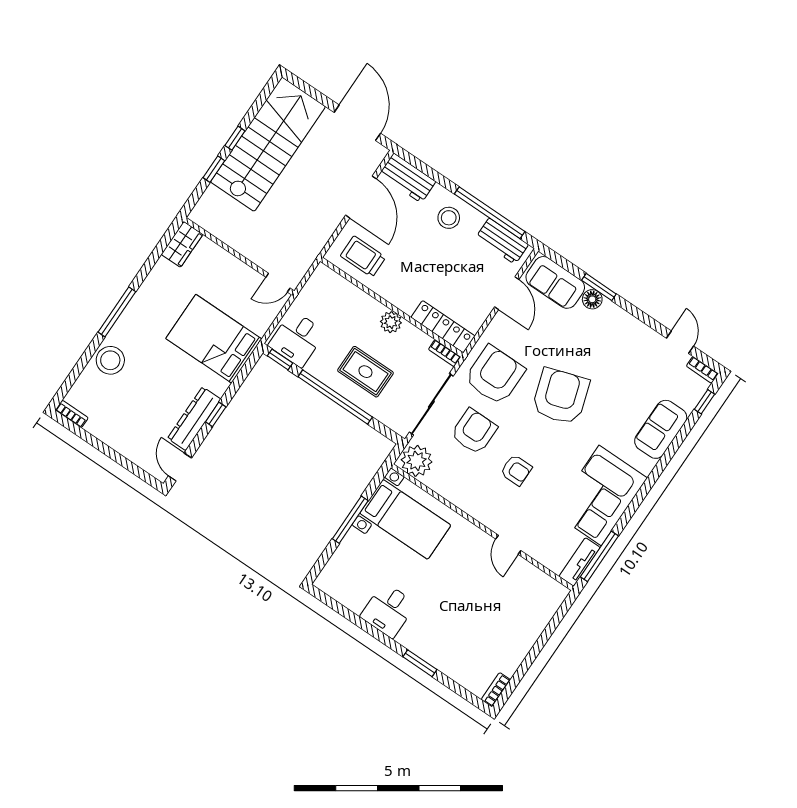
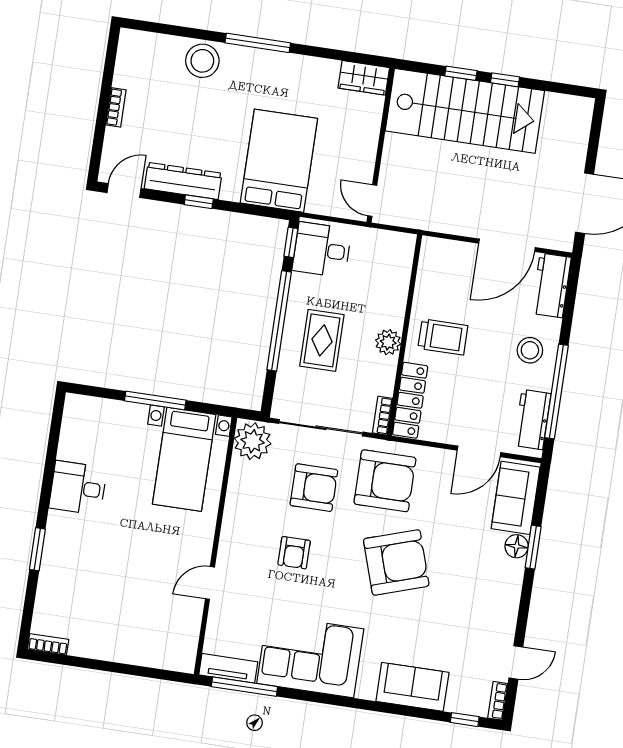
stairs: (268, 144) -> (465, 111), moved
trolley: (363, 257) -> (443, 337), moved, turned 90
bookcase: (72, 414) -> (116, 107), moved

